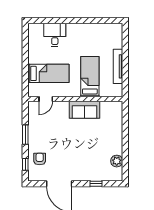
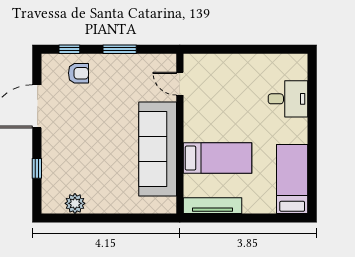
tv unit: (118, 66) -> (213, 206), moved
bed: (48, 73) -> (292, 179), moved, turned 180
sofa: (84, 110) -> (158, 149), width x1.85, depth x1.27

